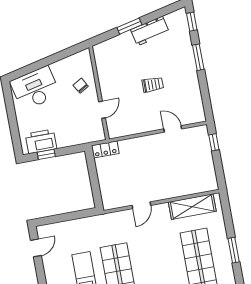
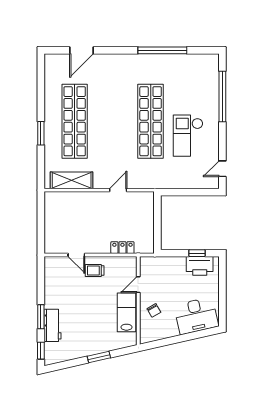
workbench: (150, 31) -> (53, 325), moved, turned 103
lab bench: (109, 78) -> (126, 312), added
trolley: (153, 85) -> (95, 270), moved
window: (214, 142) -> (41, 236), removed
locker: (105, 149) -> (122, 248), moved

